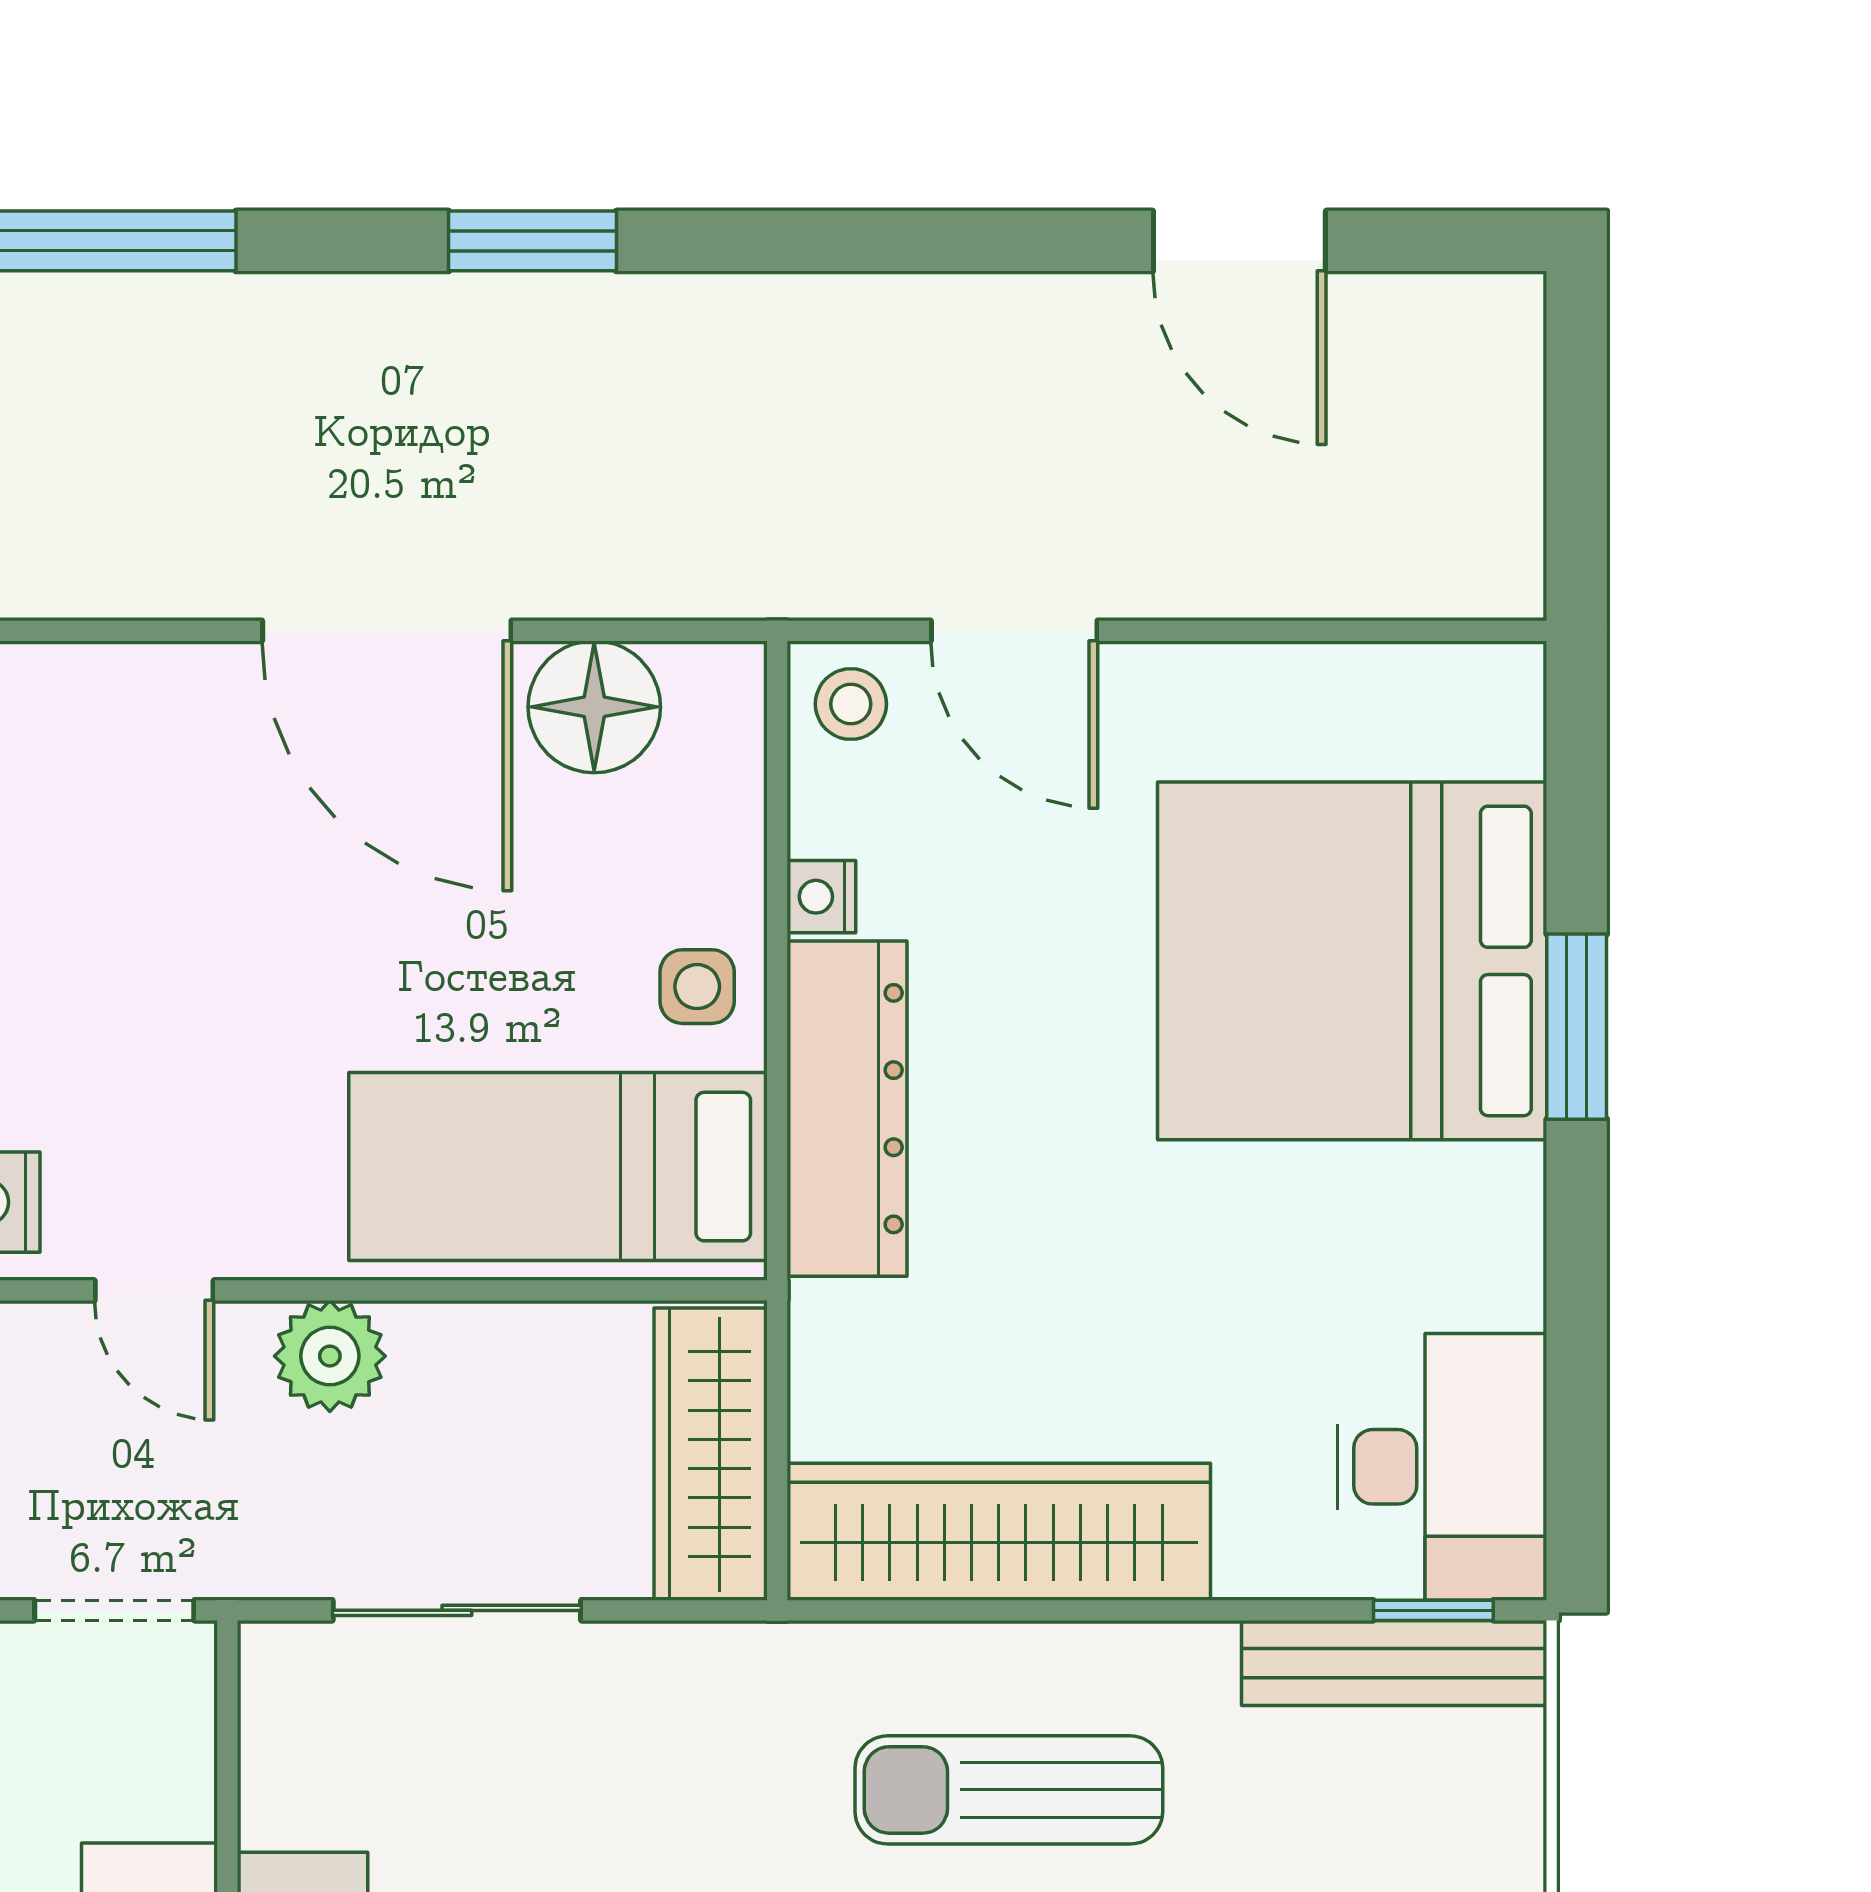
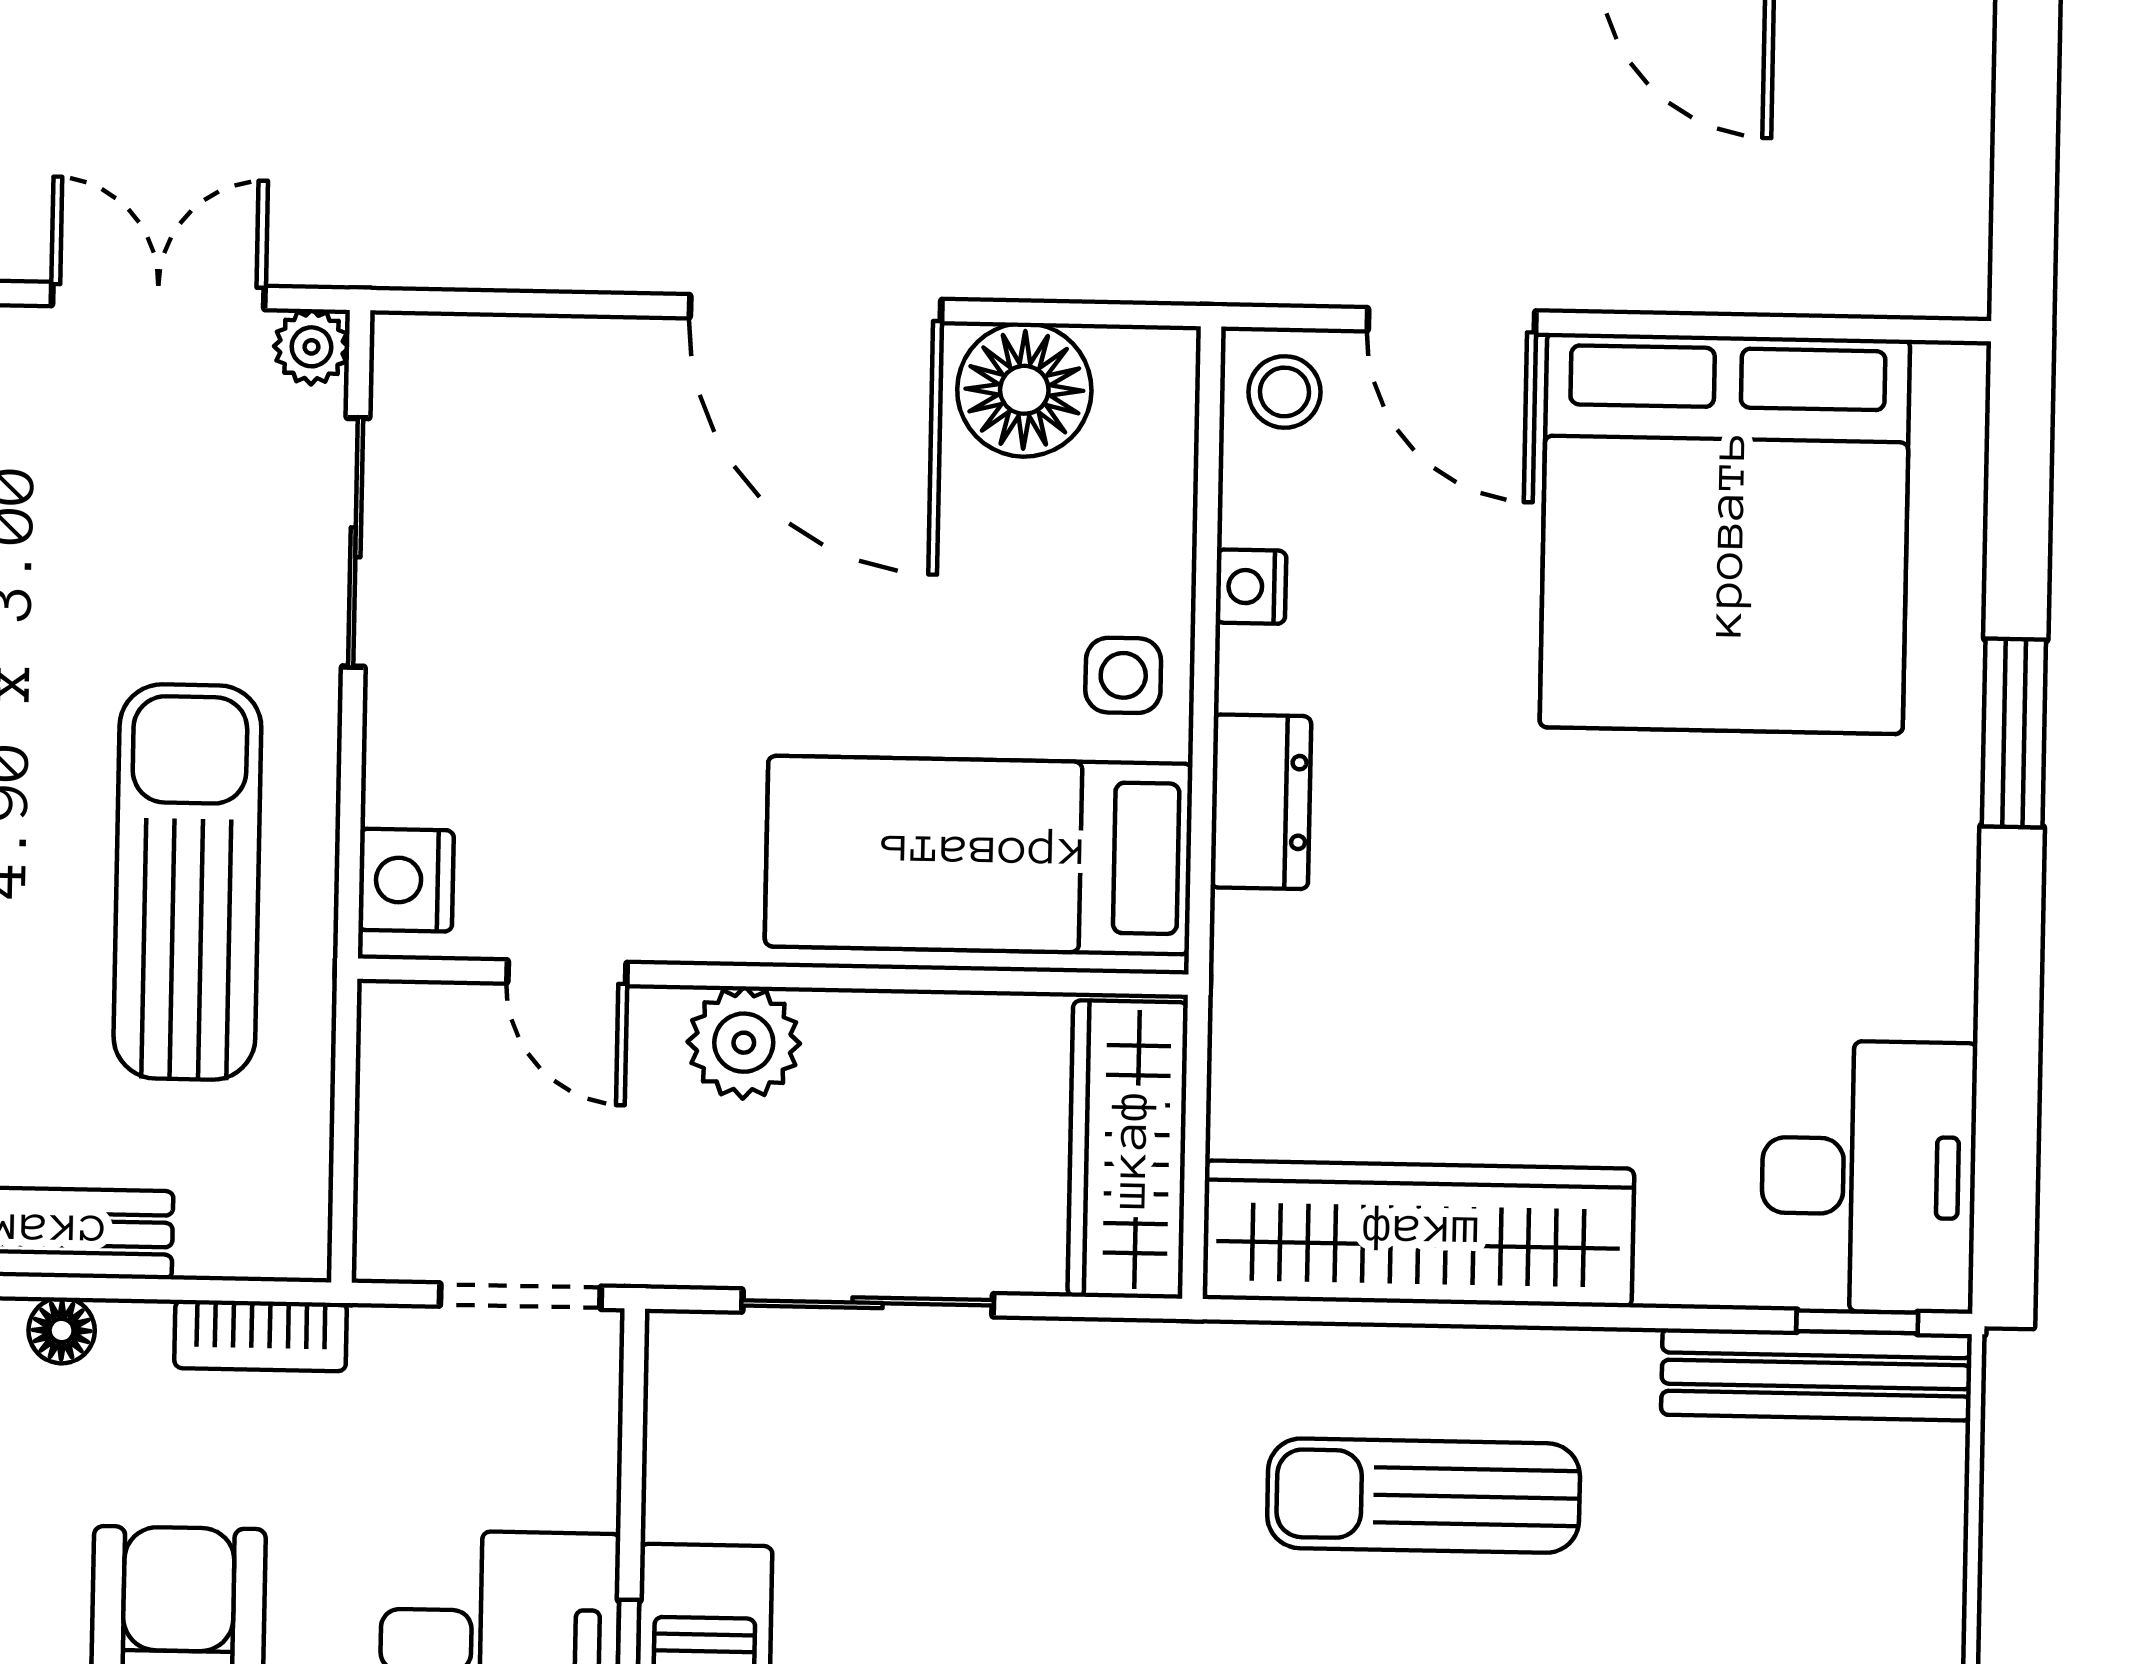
bed: (1352, 961) -> (1725, 534), moved, turned -90
dresser: (847, 1109) -> (1261, 802), width x0.51, depth x0.80

